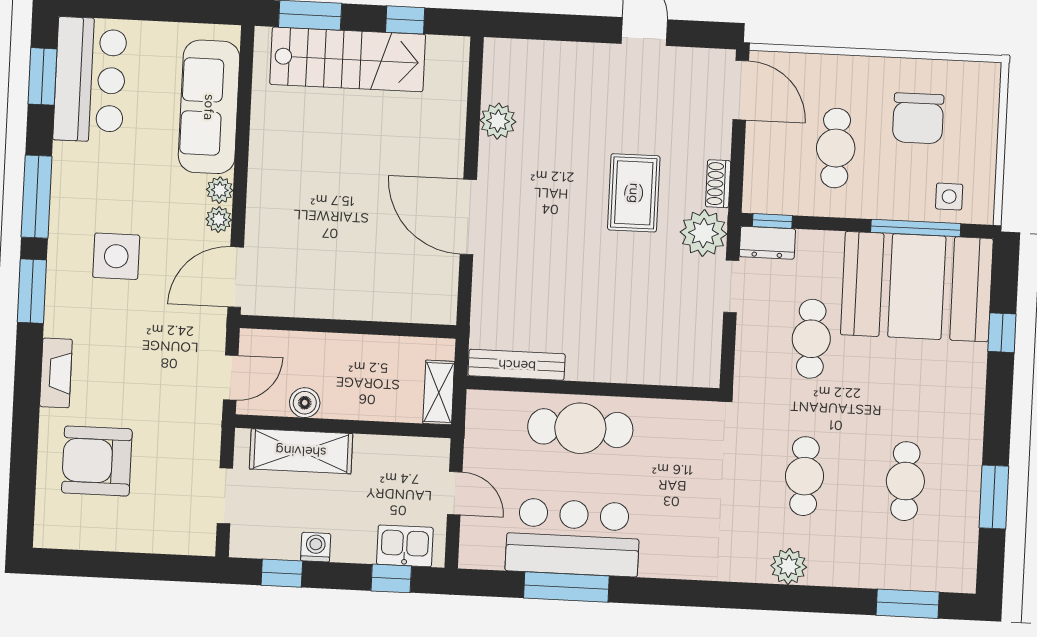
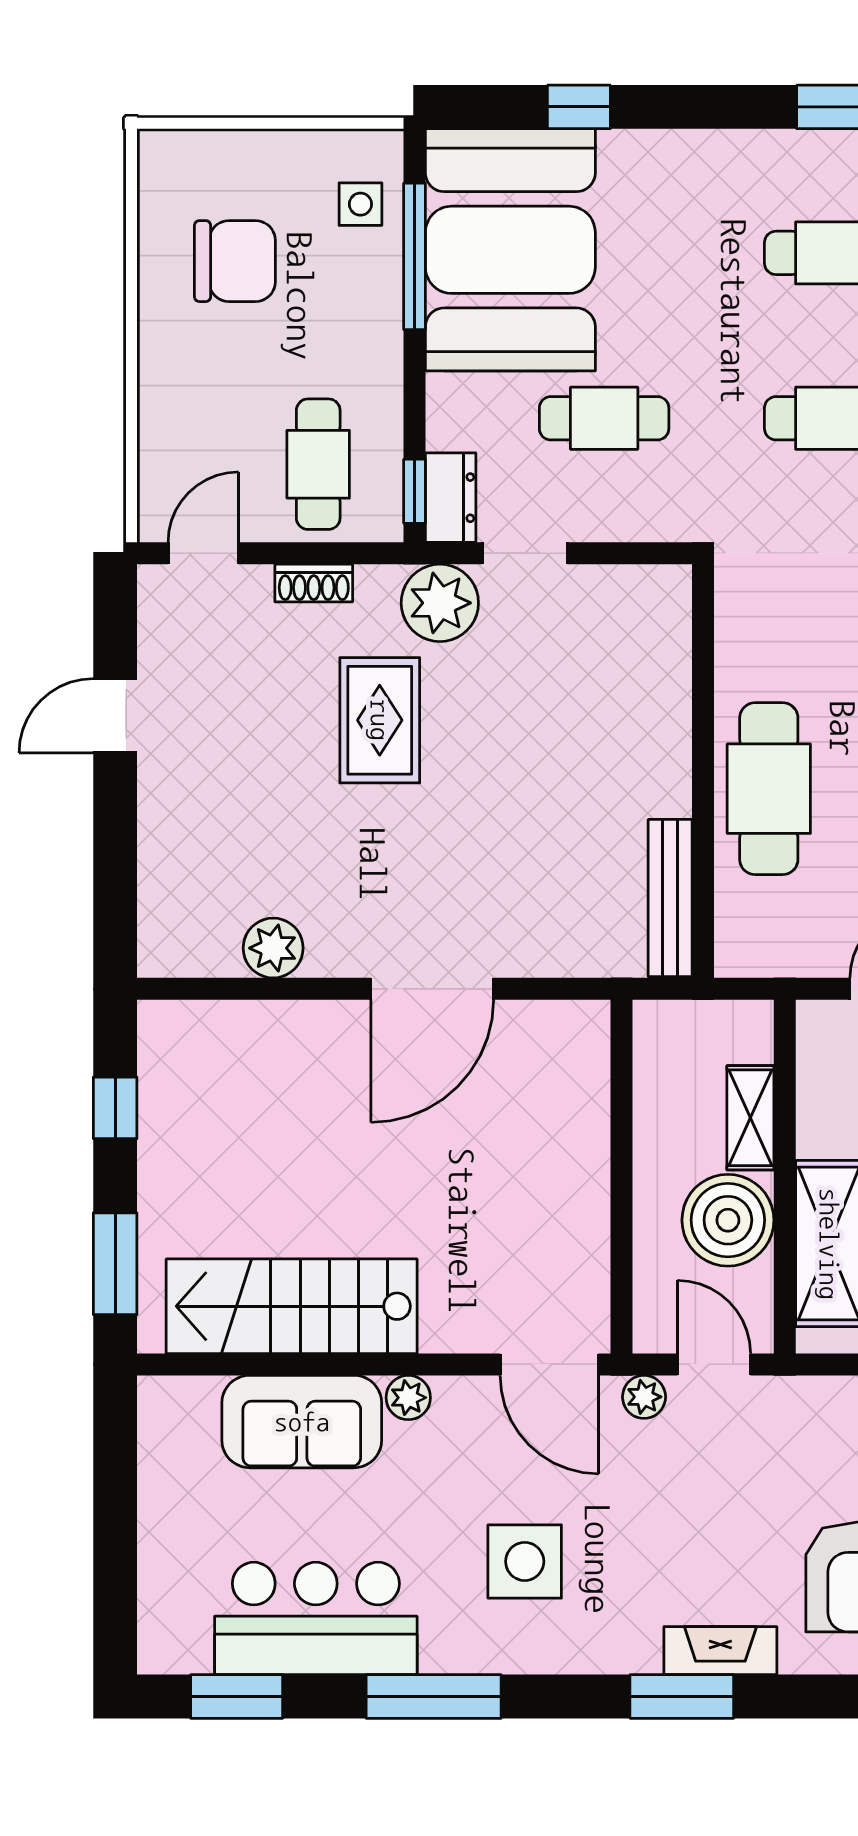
stairs: (348, 59) -> (292, 1306), moved, turned -90
bar counter: (90, 80) -> (316, 1618), moved
door: (741, 90) -> (203, 553), width x0.73
sofa: (209, 107) -> (302, 1422), width x0.73
cafe table: (836, 148) -> (318, 464), moved, turned 90
shoe rack: (718, 184) -> (314, 583), moved
rug: (634, 193) -> (380, 720), turned 90
plant: (219, 219) -> (644, 1397), moved
window: (32, 291) -> (682, 1697), moved
shelving: (439, 392) -> (750, 1118), moved, turned 90
boiler: (305, 403) -> (728, 1220), width x1.86, depth x1.86

